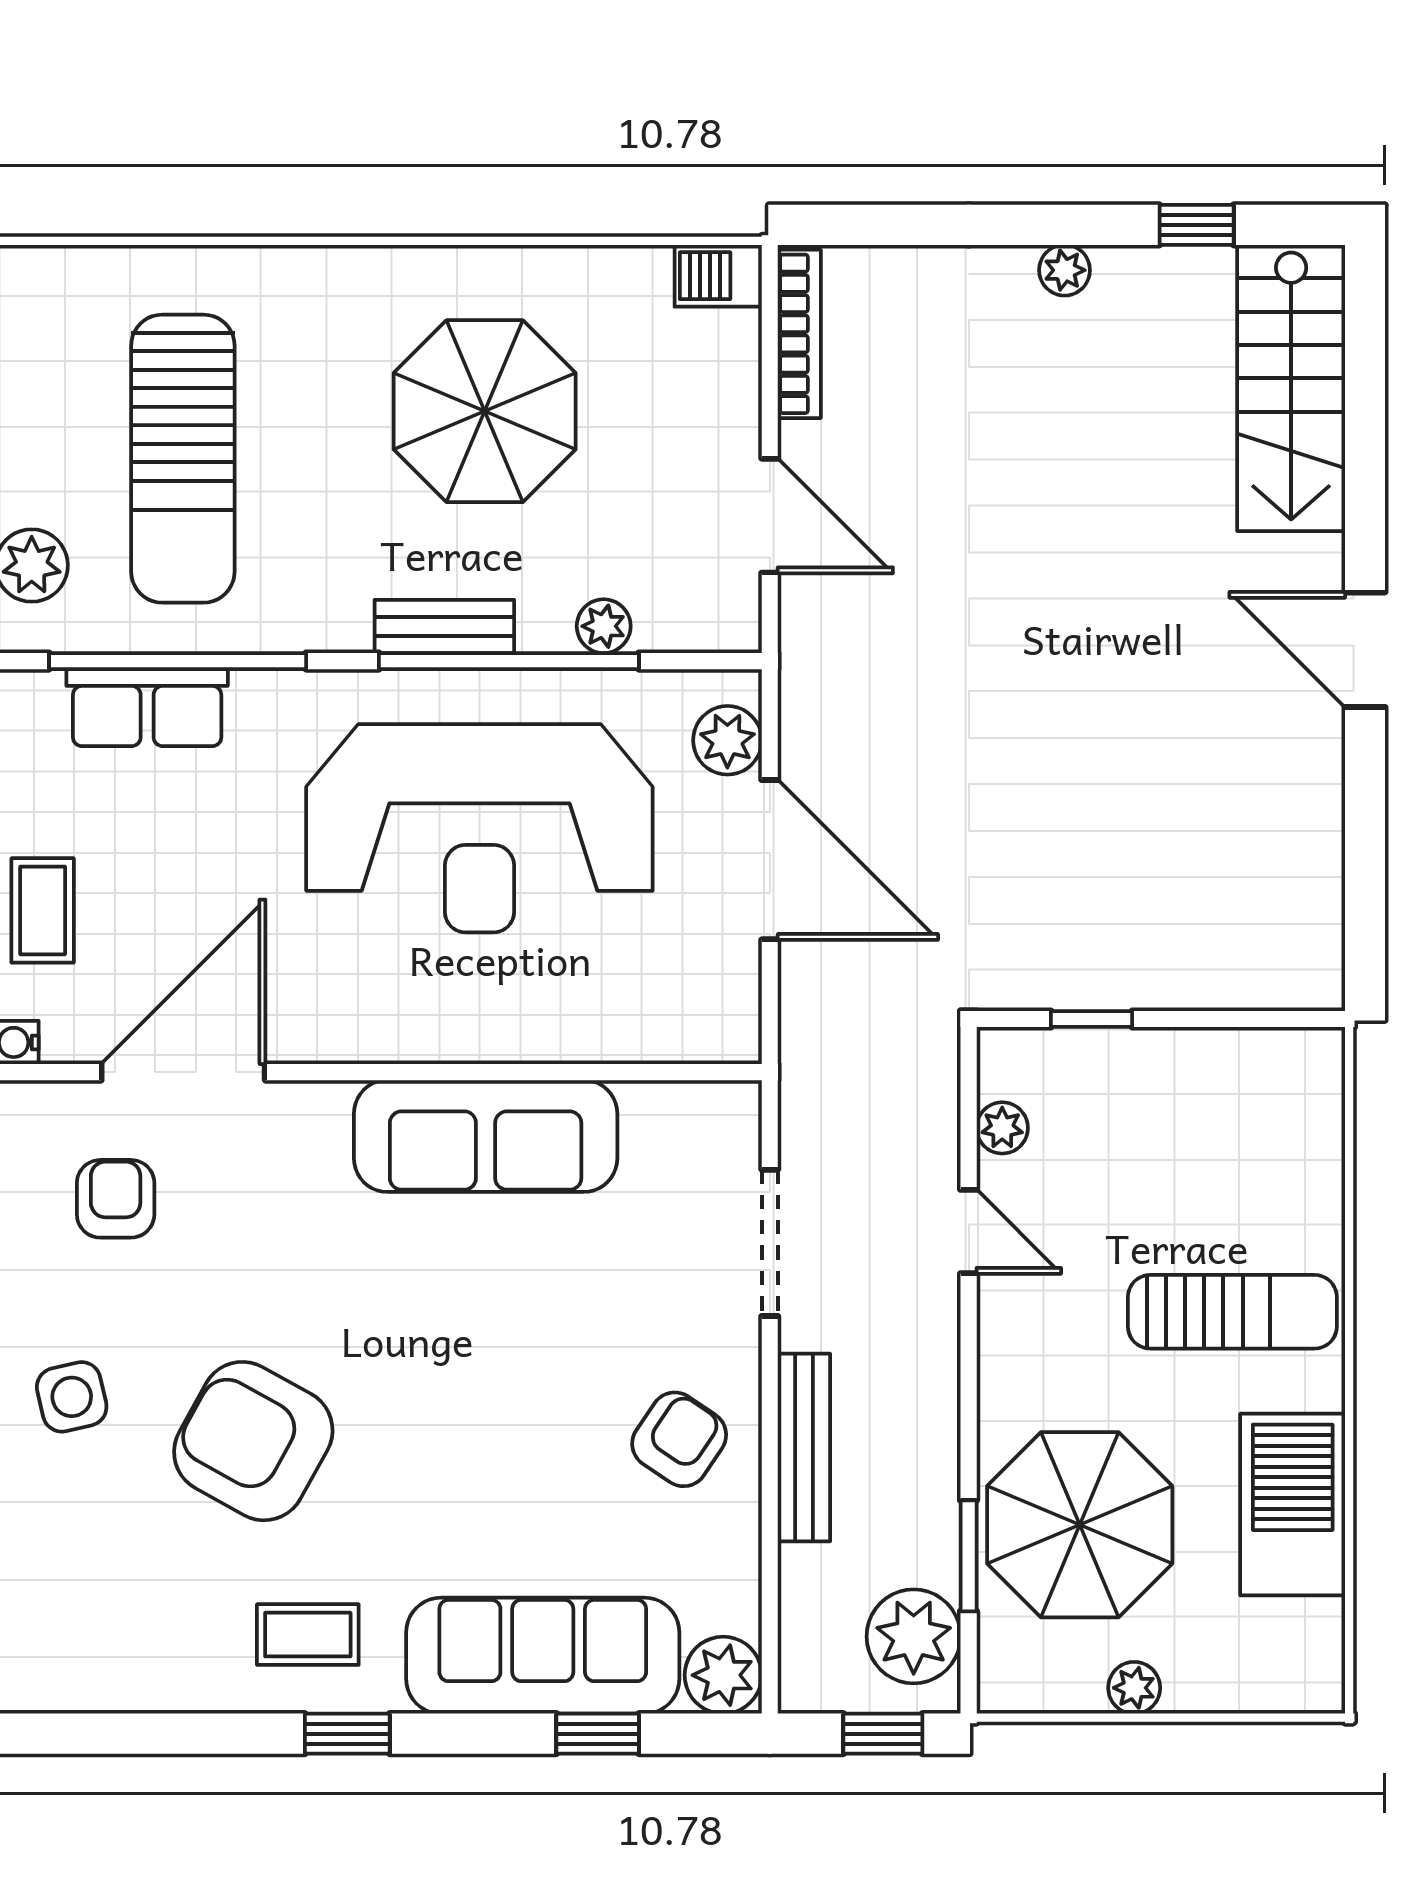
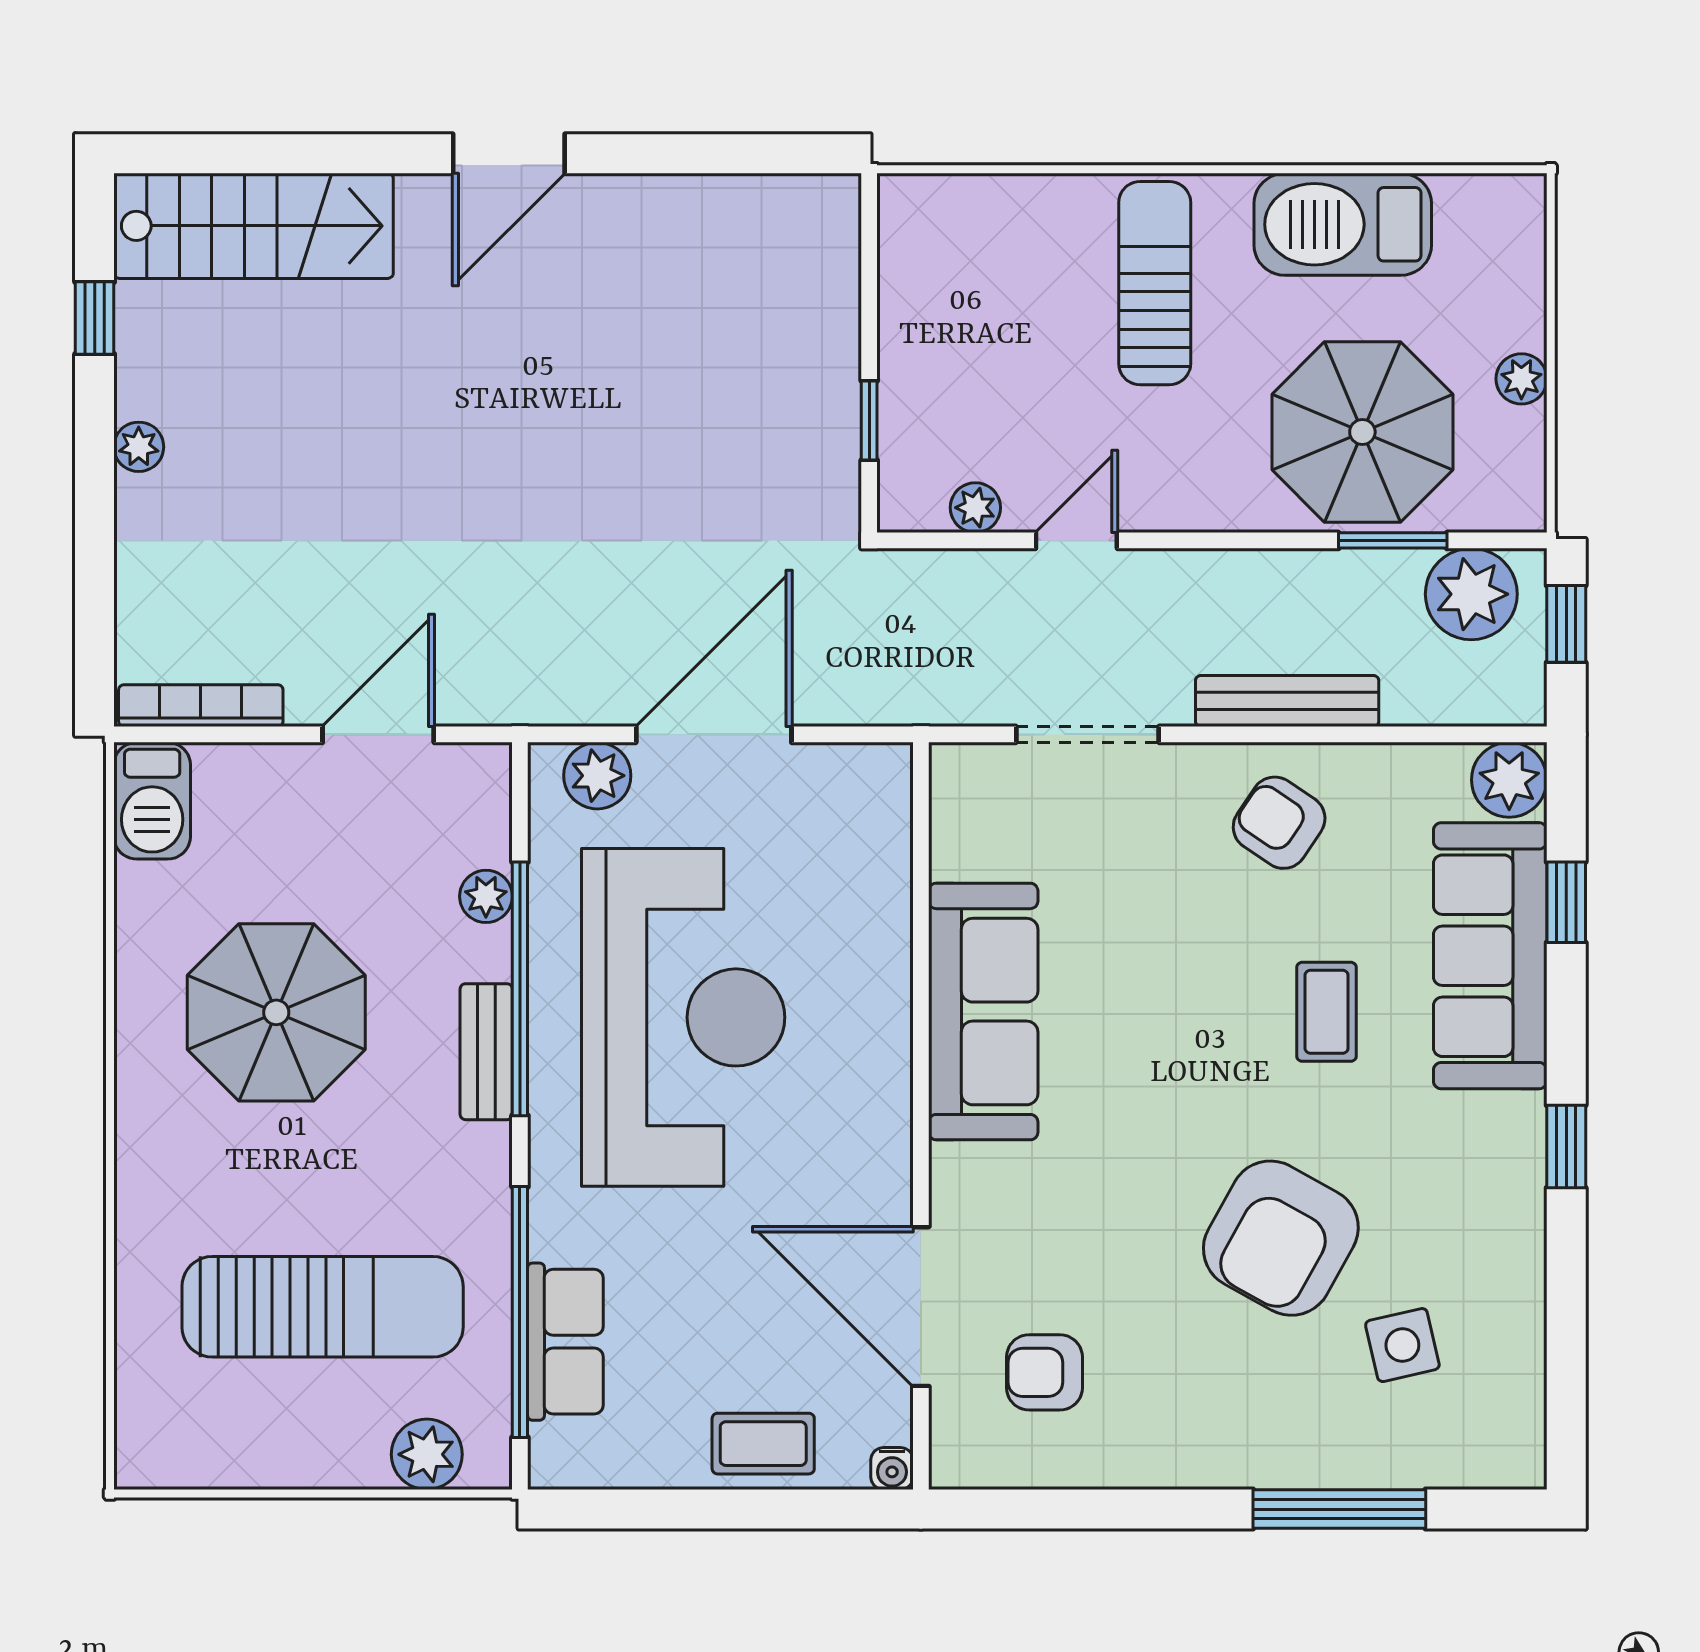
barbecue: (718, 276) -> (152, 801), width x1.38, depth x1.27
side table: (72, 1397) -> (1402, 1345), moved
coffee table: (308, 1635) -> (1327, 1012), moved

